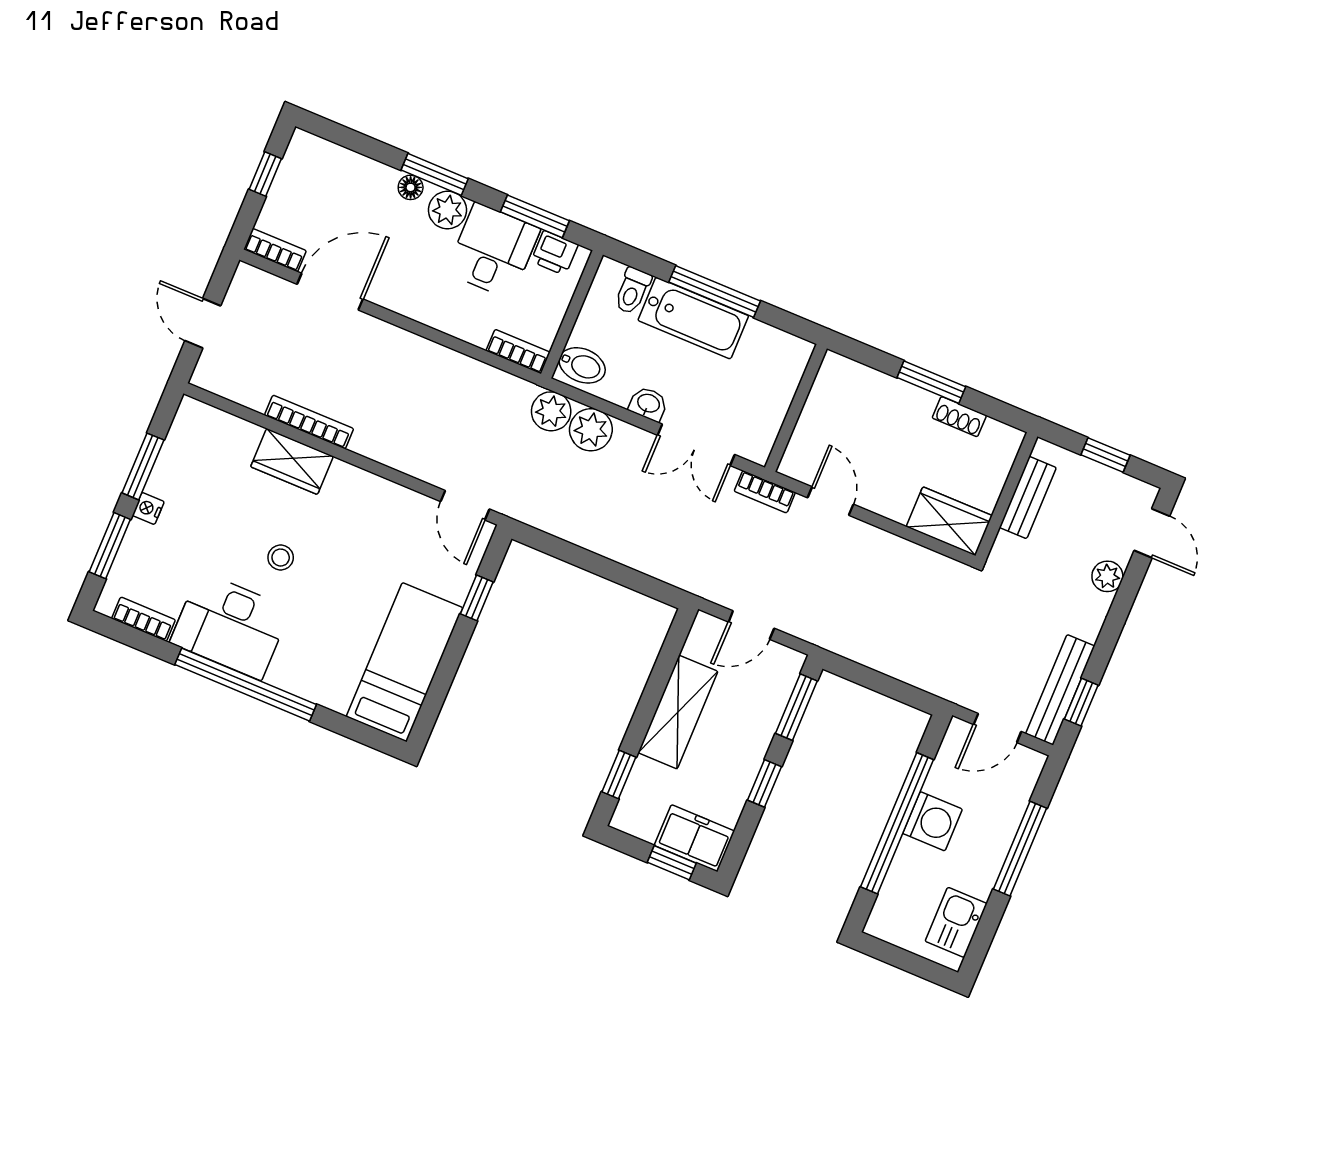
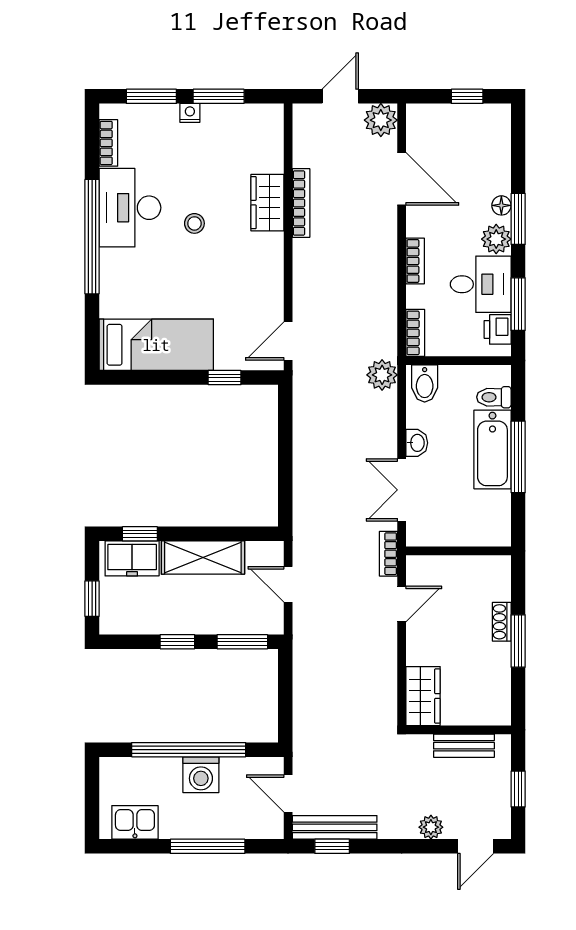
bookcase: (275, 250) -> (415, 261), moved
shoe rack: (959, 417) -> (502, 622), moved
plant: (591, 430) -> (381, 120), moved
freezer: (694, 838) -> (132, 558), moved, turned 90

